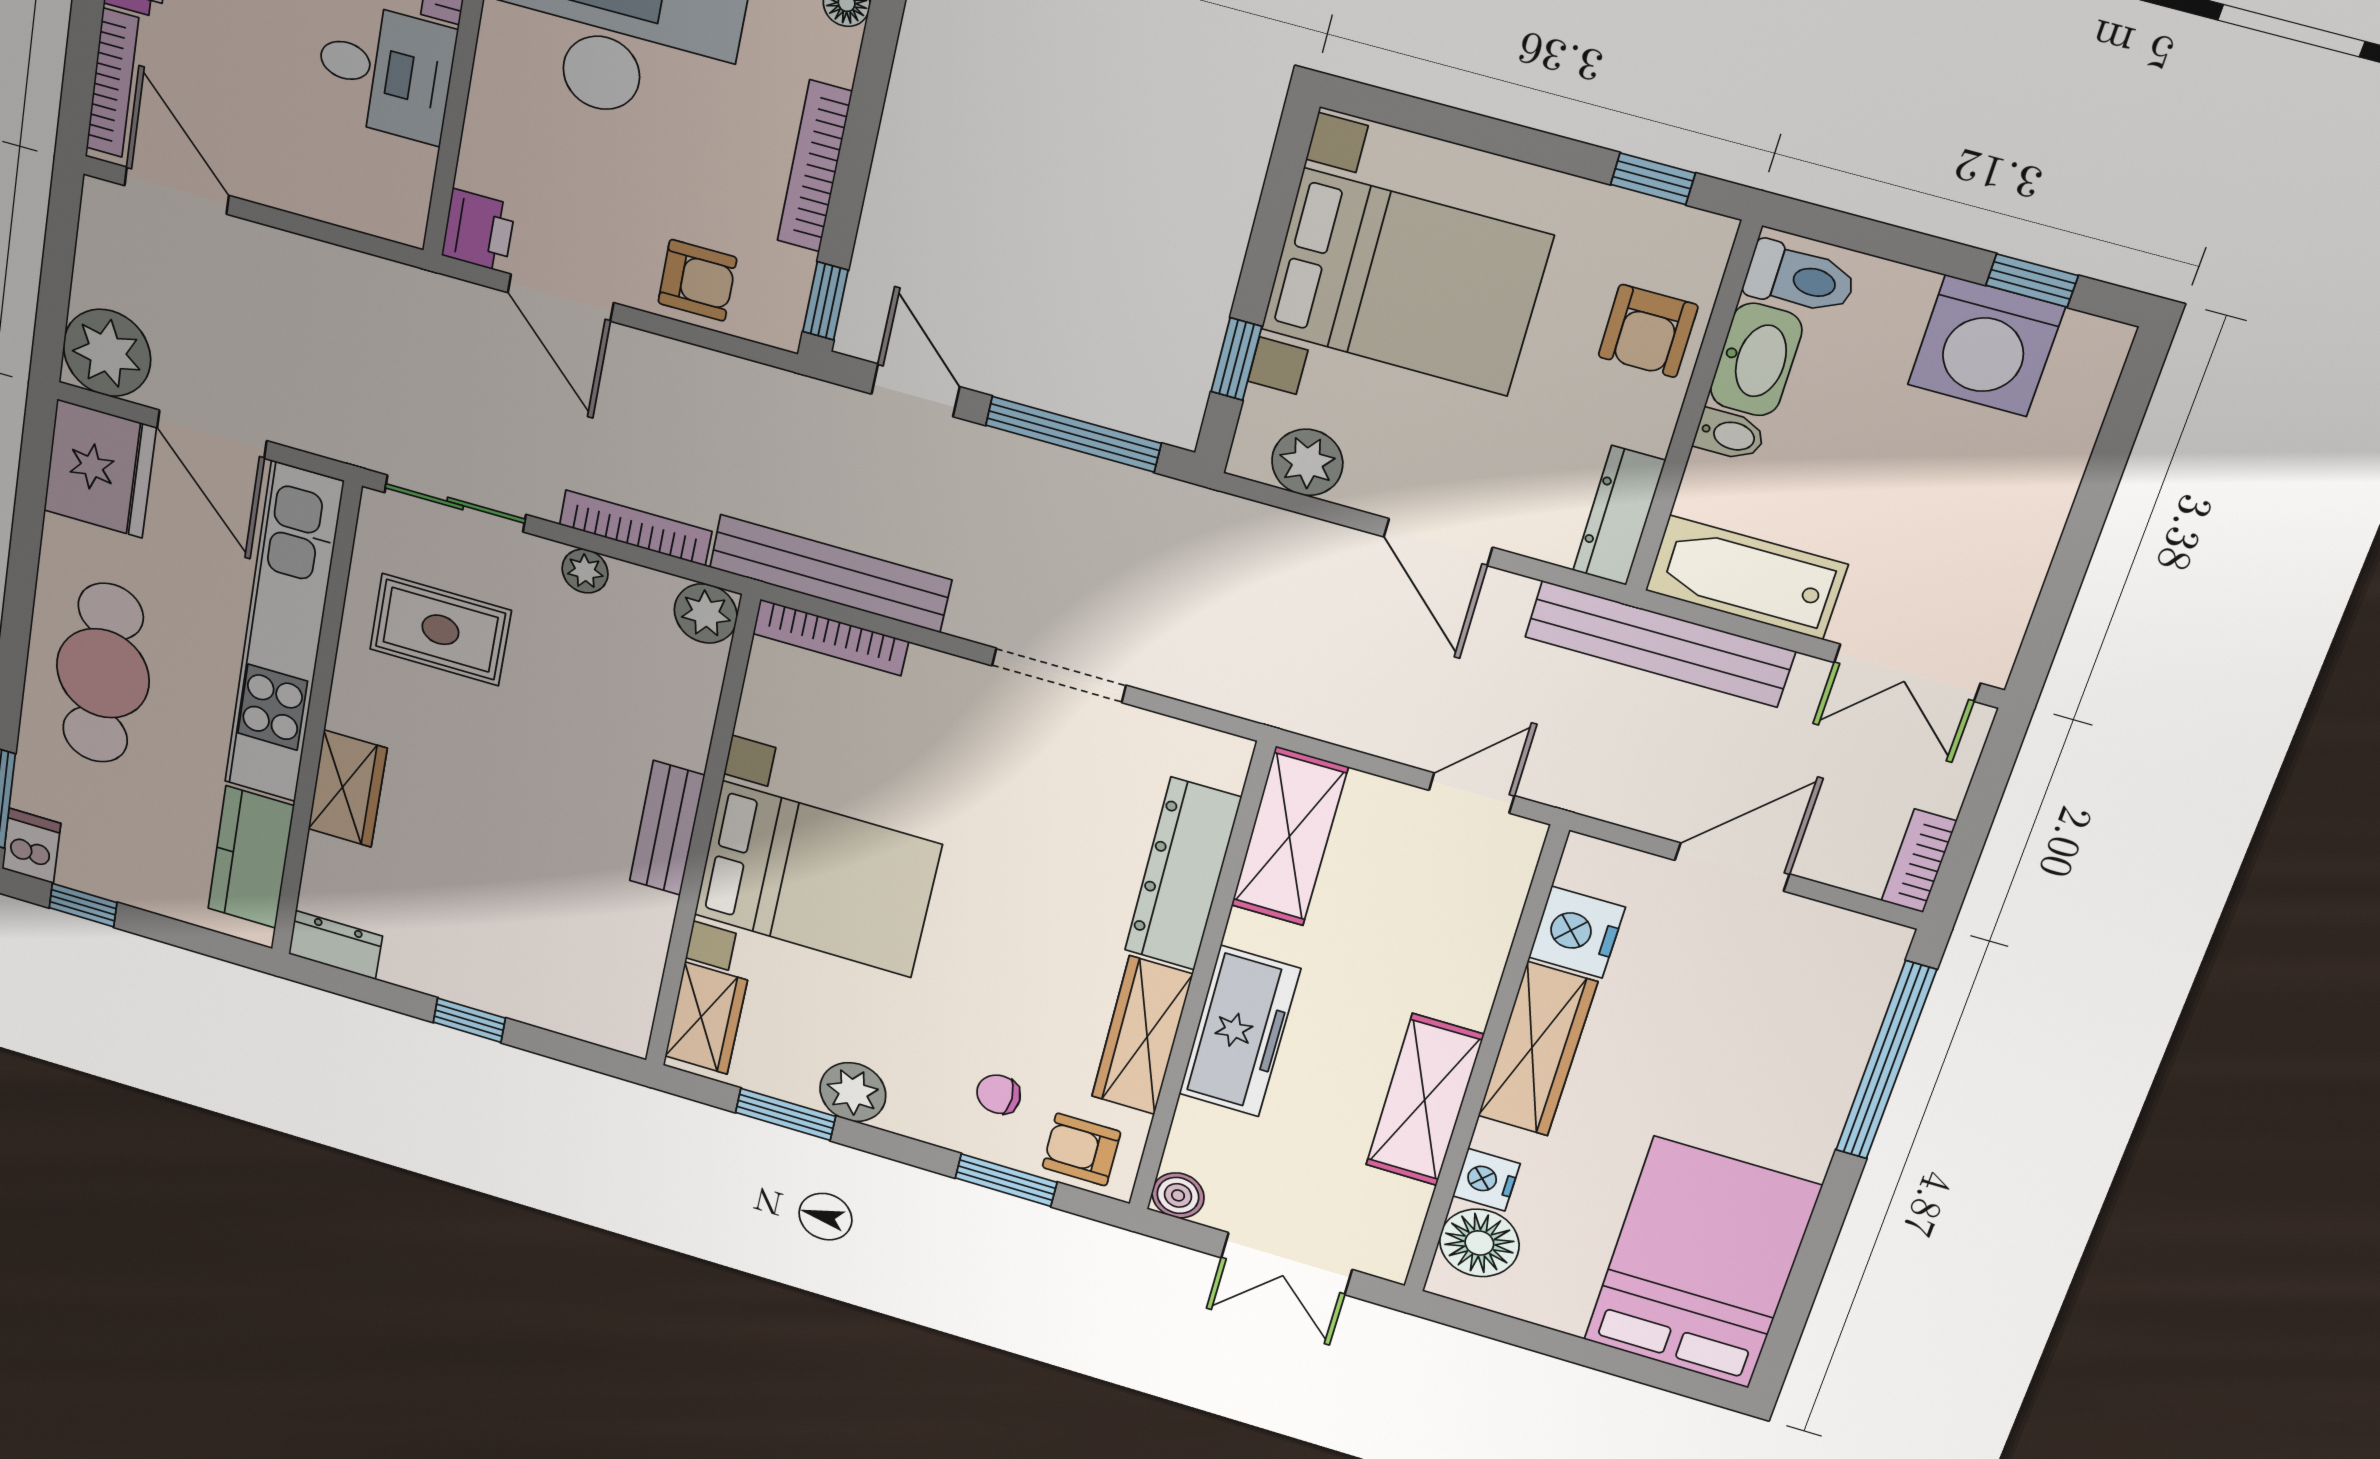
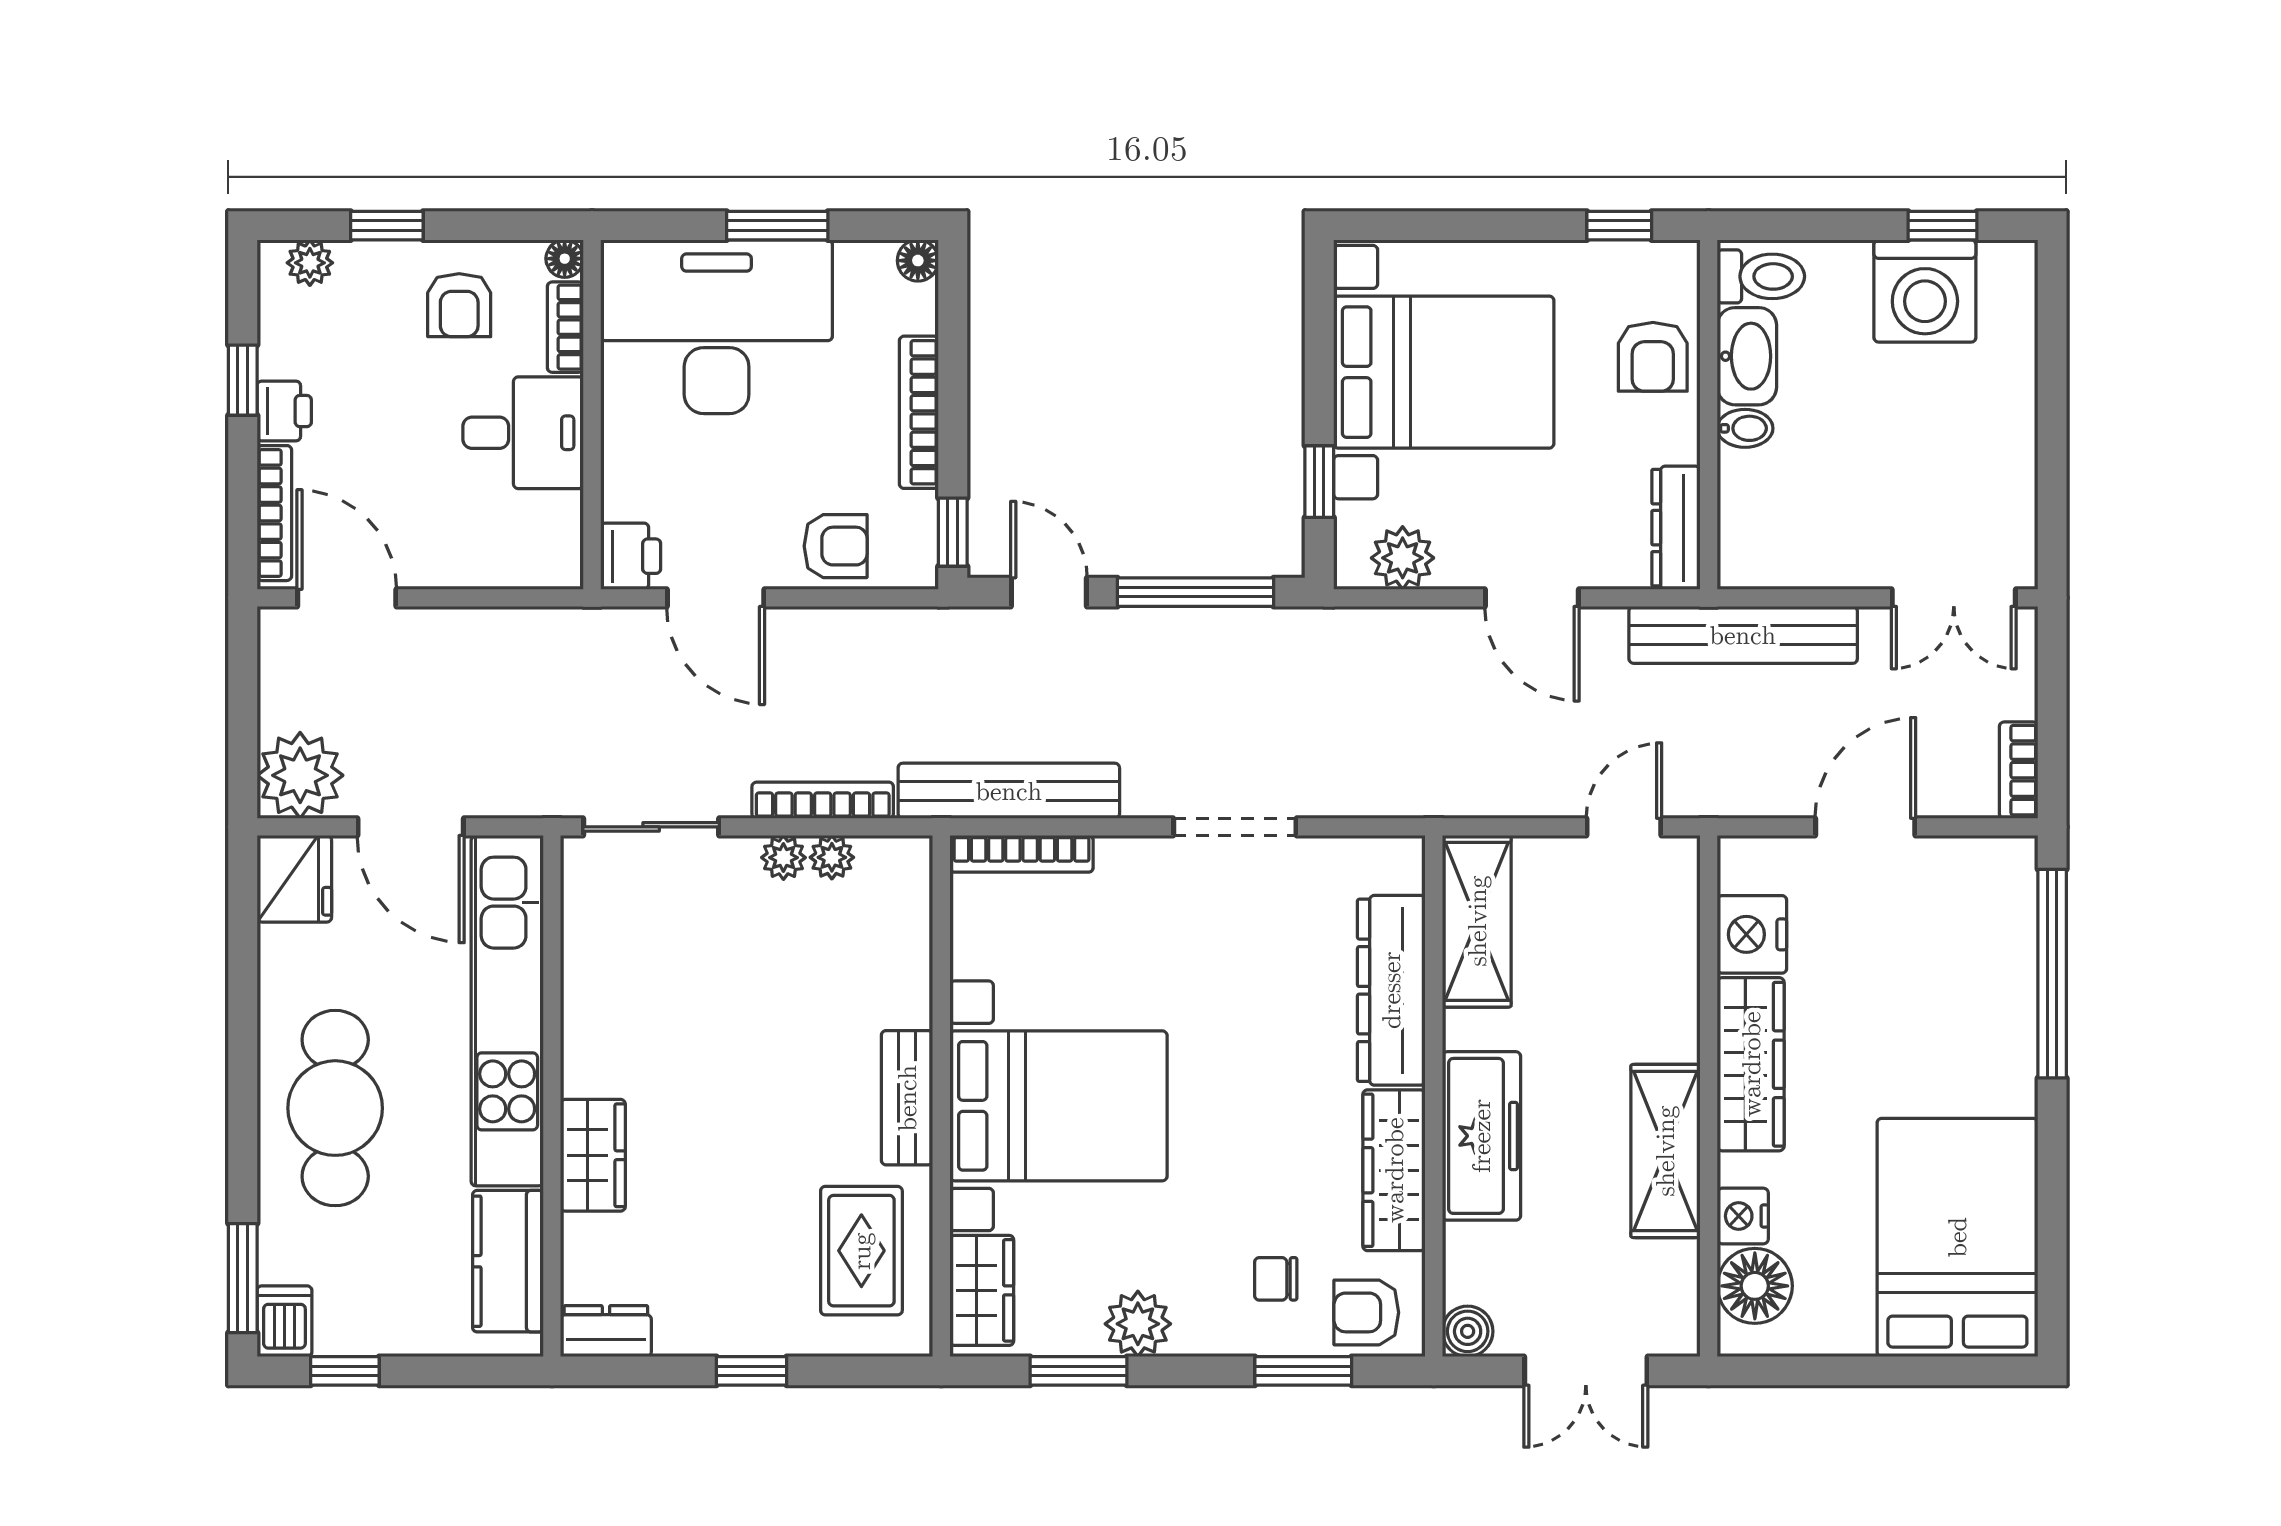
fridge: (100, 469) -> (294, 879), width x0.73, depth x0.75
bathtub: (1746, 578) -> (1797, 552), removed
plant: (706, 613) -> (832, 857), moved, width x0.73, depth x0.73
rug: (440, 630) -> (861, 1251), moved, turned 90

